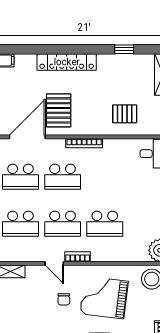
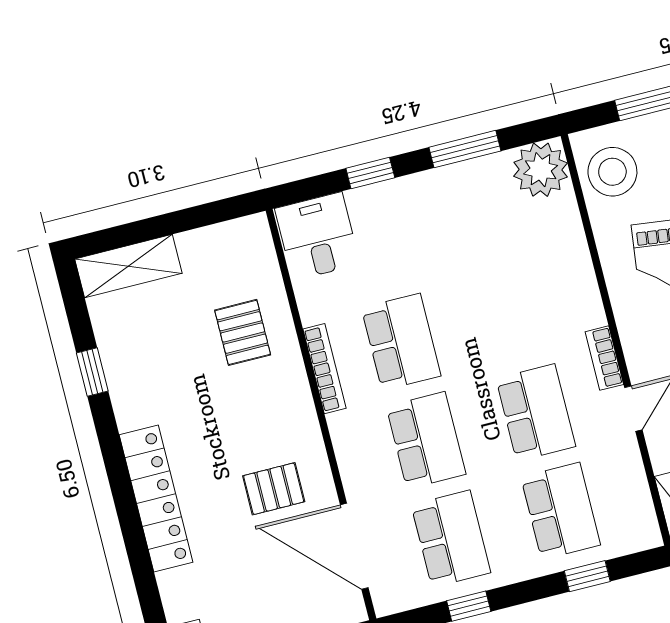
pallet: (59, 110) -> (274, 489), width x0.67, depth x0.71
bookcase: (84, 143) -> (325, 369), moved
school desk: (105, 224) -> (401, 342), moved

